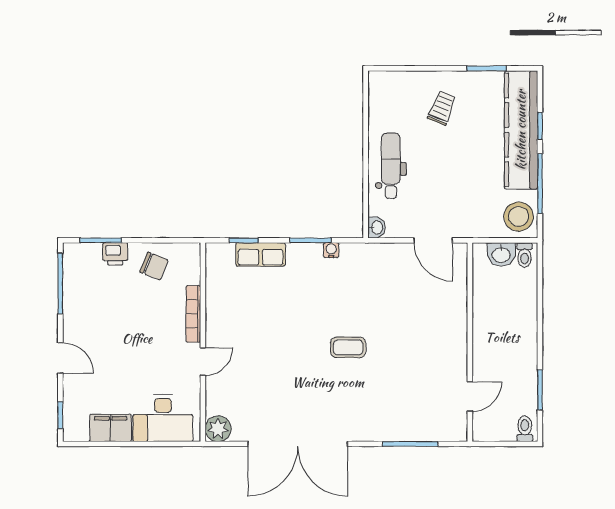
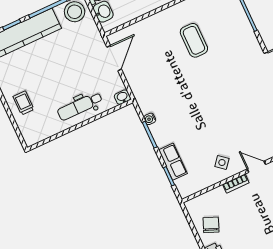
trolley: (442, 108) -> (23, 103), moved, turned 68
bookcase: (193, 314) -> (236, 183), width x0.64
side table: (229, 319) -> (222, 163), added
coffee table: (348, 347) -> (194, 40), moved, width x1.36, depth x1.30

